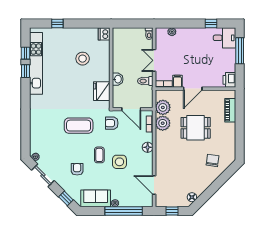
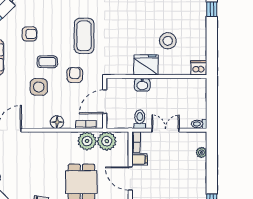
fridge: (102, 91) -> (146, 65), moved
armchair: (112, 123) -> (75, 75), moved

